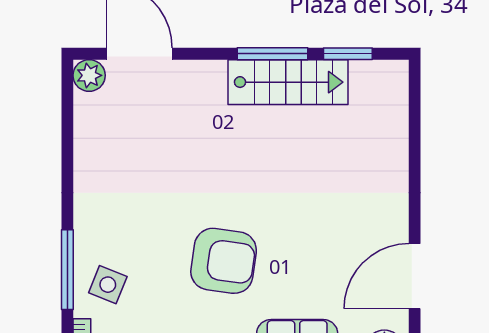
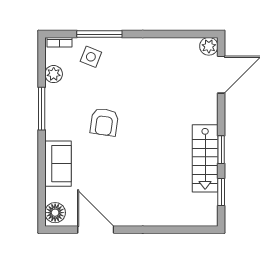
window: (272, 54) -> (221, 150), width x0.69
armchair: (224, 261) -> (104, 122), width x0.73, depth x0.73

